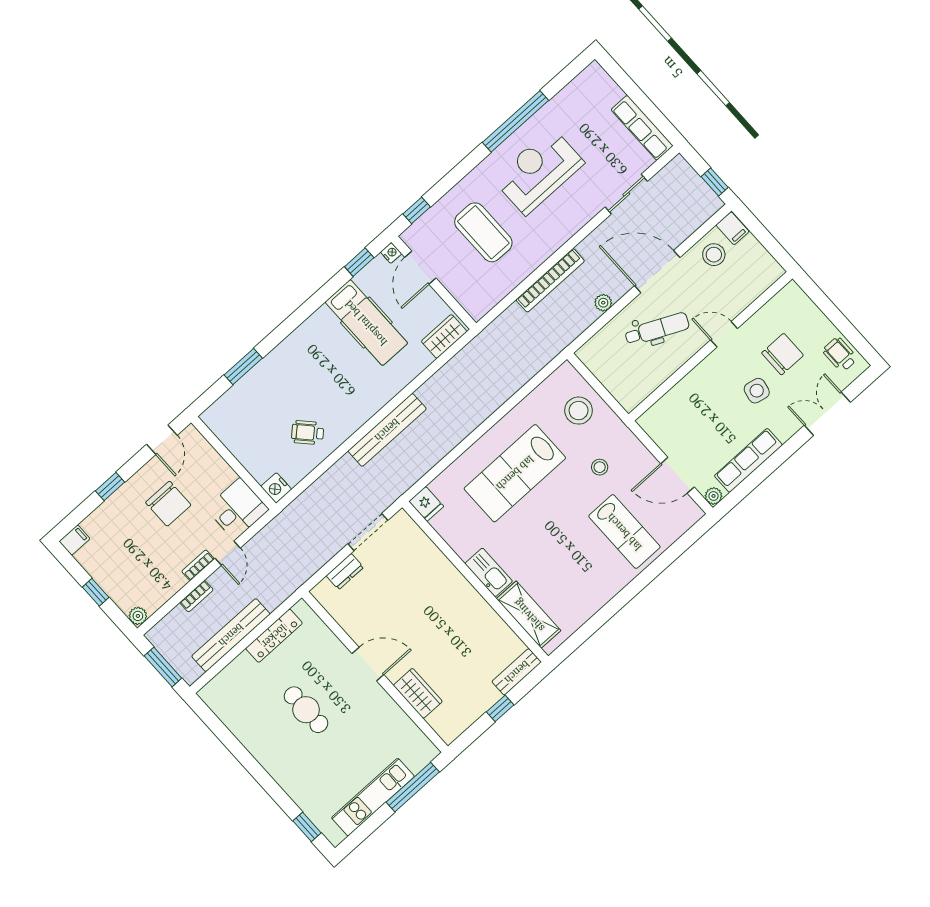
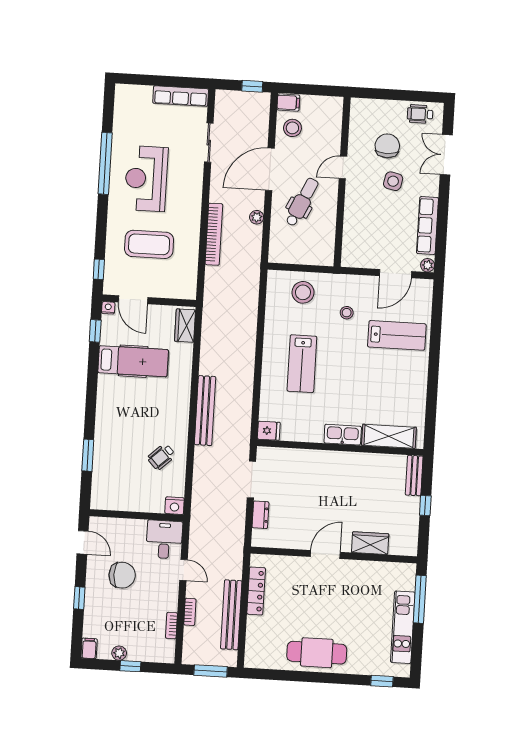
lab bench: (515, 473) -> (302, 364), width x0.73, depth x0.72
bookcase: (198, 565) -> (171, 626), moved
plant: (138, 616) -> (119, 653), moved
cafe table: (306, 710) -> (317, 653), moved, width x1.37, depth x1.35

